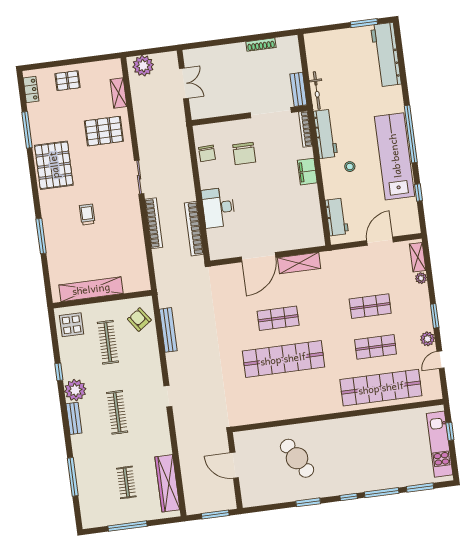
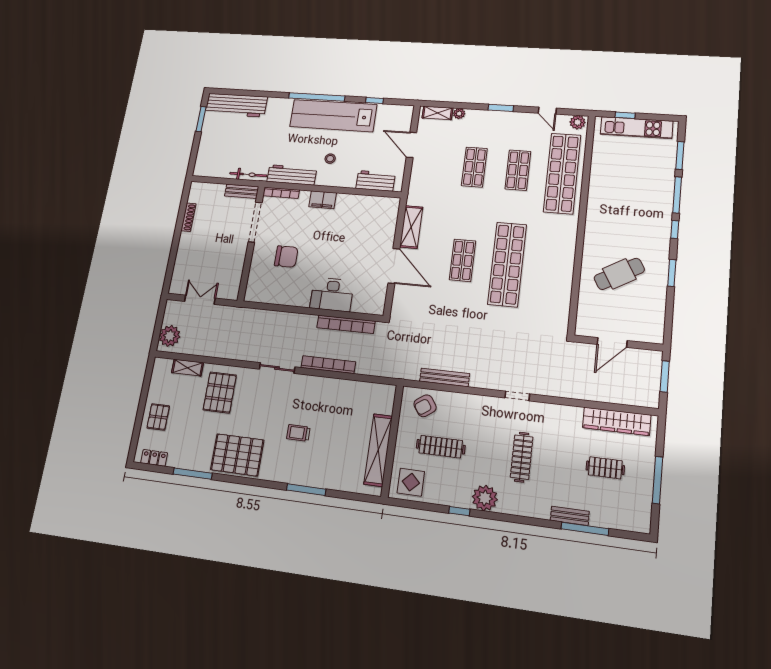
chair: (207, 153) -> (275, 293), removed
plant: (428, 339) -> (578, 122), moved
clothes rail: (117, 412) -> (522, 457), turned 90
bench: (74, 418) -> (570, 516), moved

